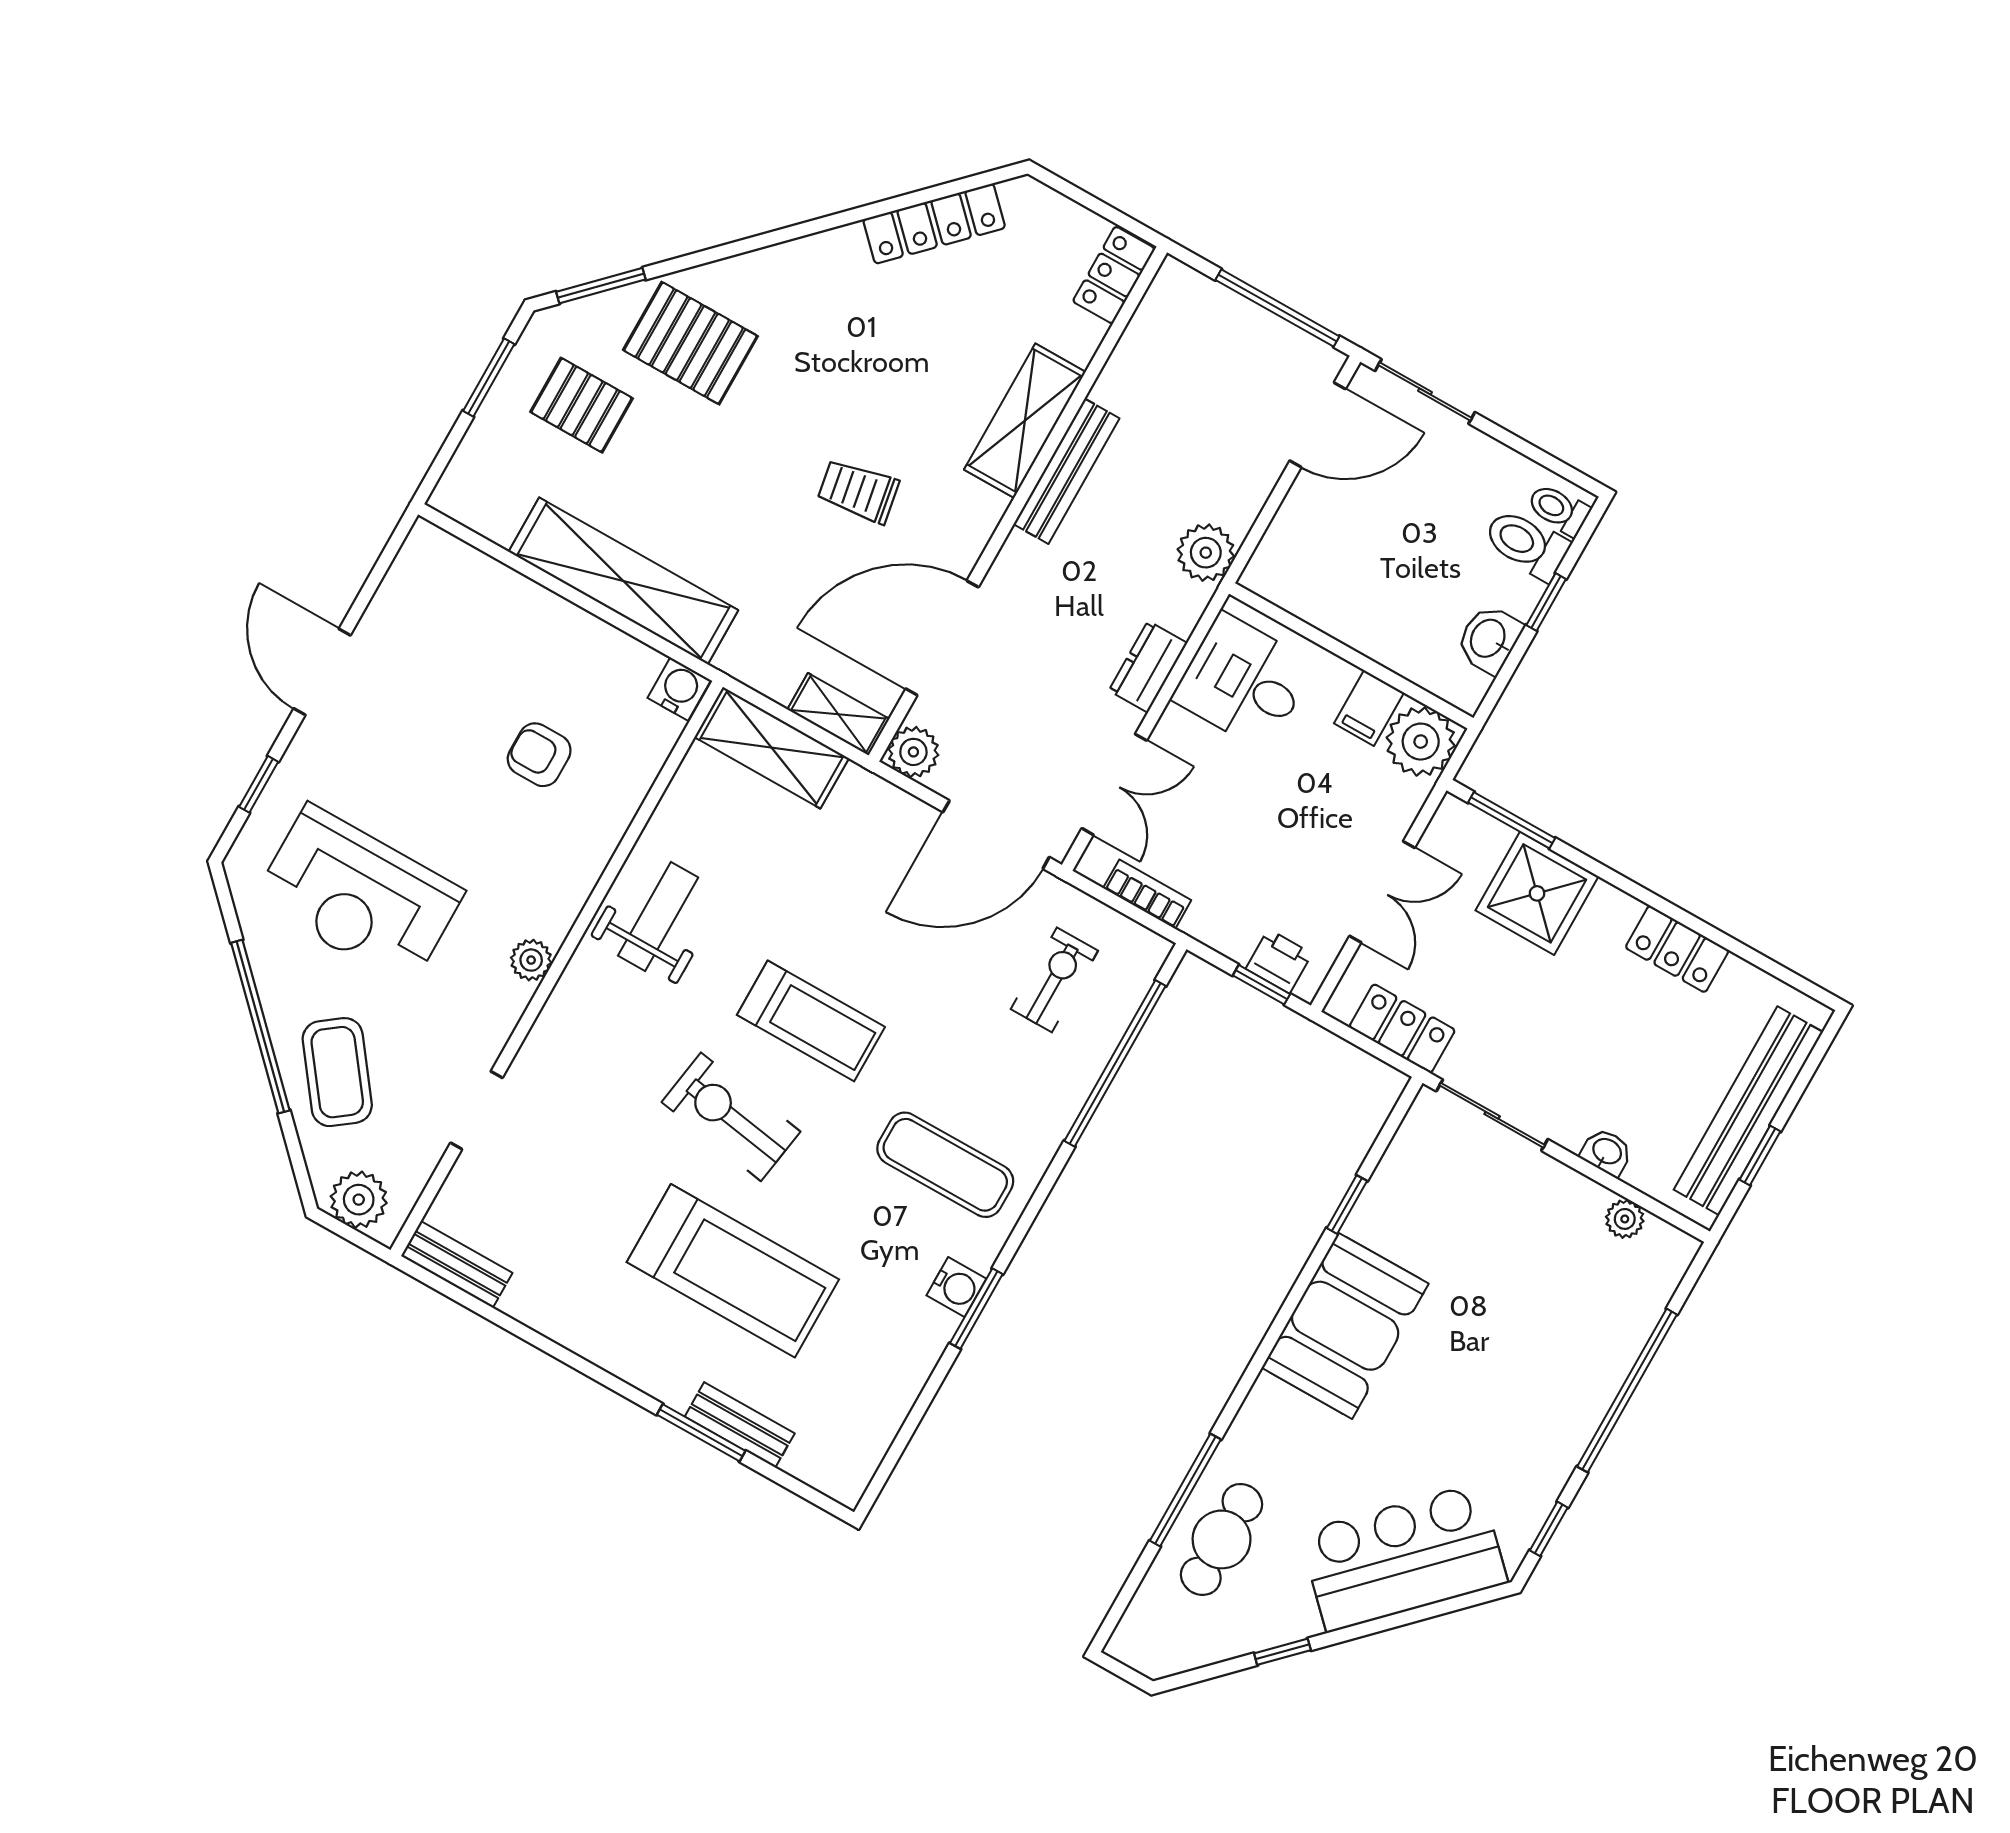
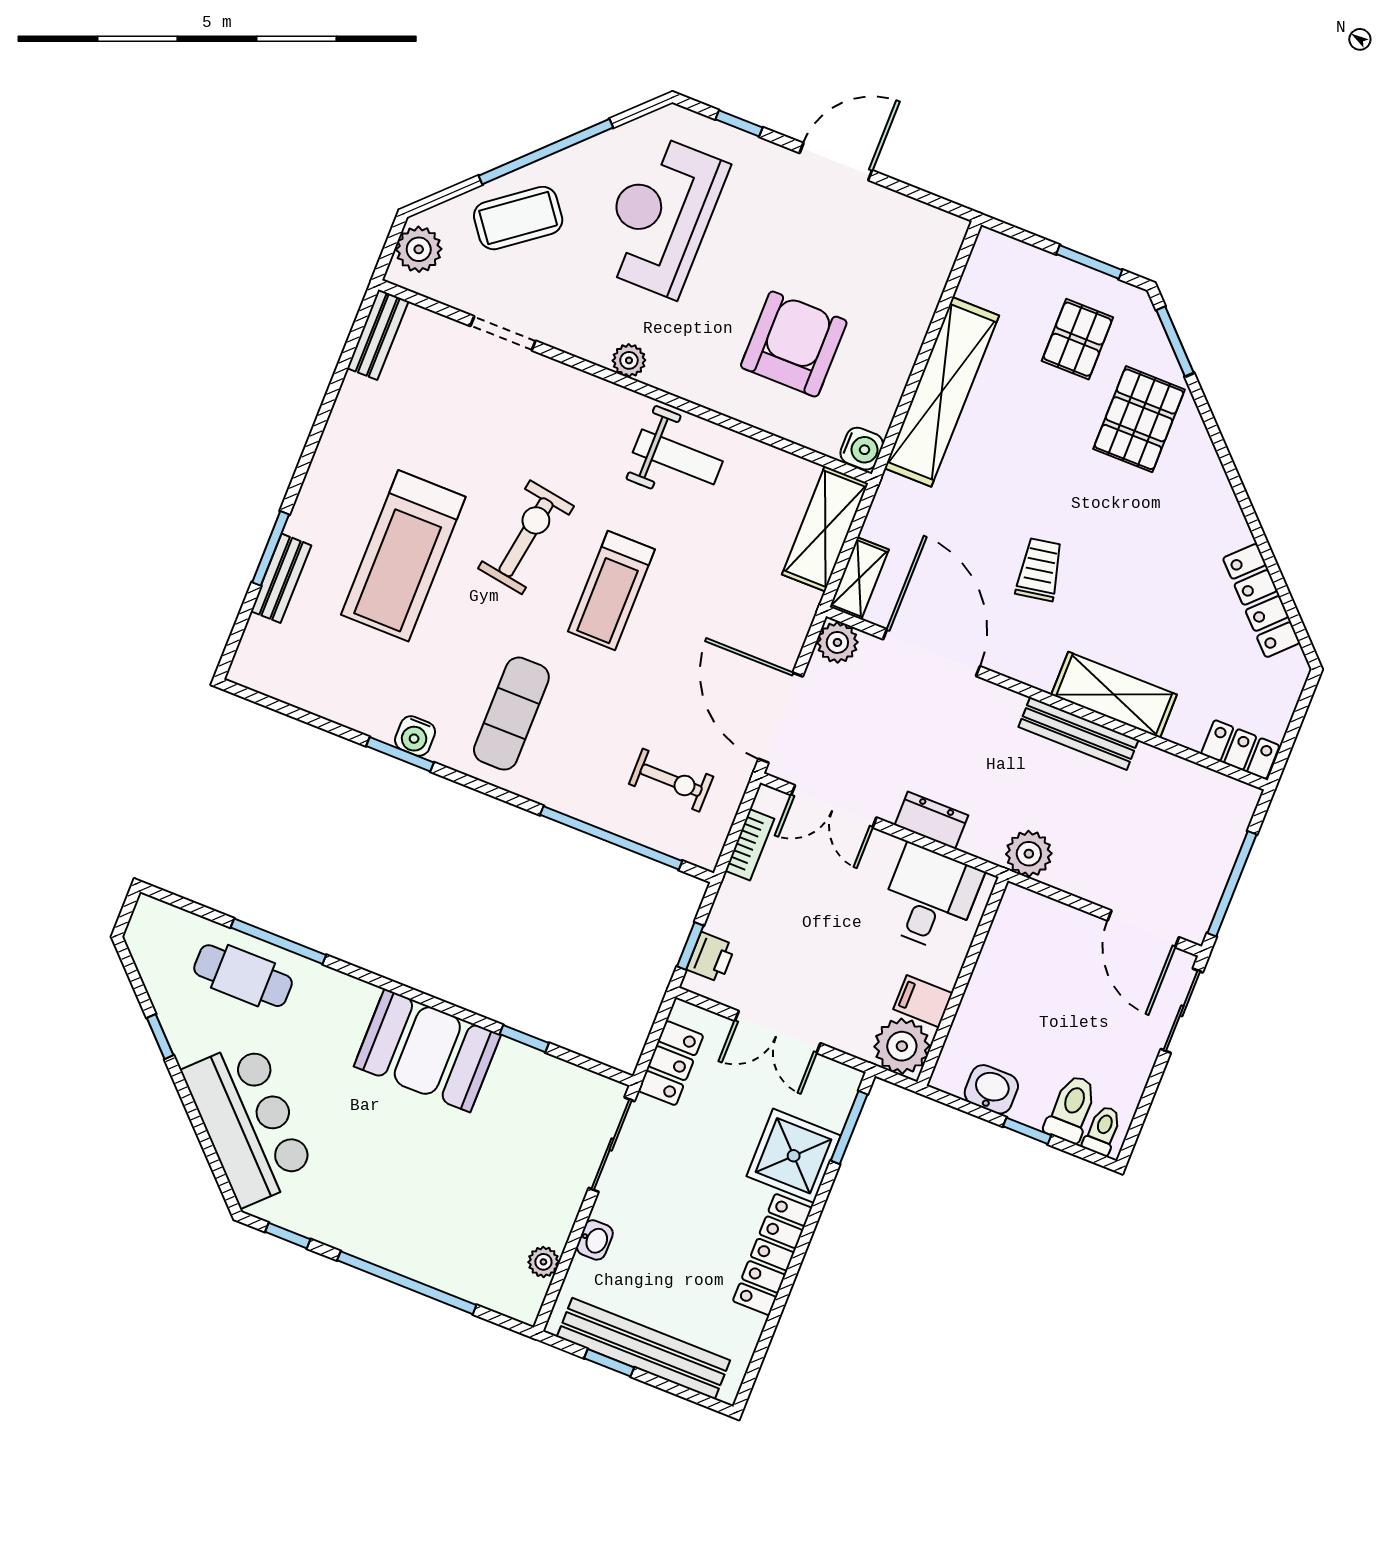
armchair: (539, 755) -> (794, 344), width x1.88, depth x1.88
locker: (1677, 949) -> (772, 1255), width x1.53

